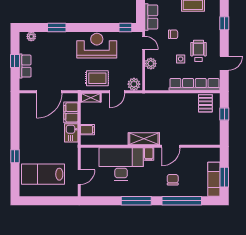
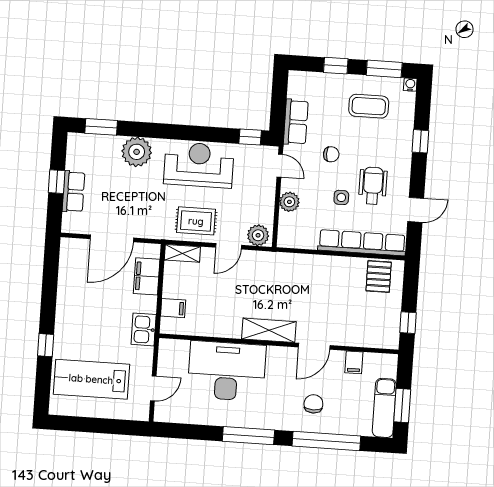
window: (57, 27) -> (101, 127), moved
plant: (31, 36) -> (137, 152), moved, width x1.88, depth x1.88
window: (224, 114) -> (408, 323), moved
kitchen sink: (71, 133) -> (144, 329), moved
filing cabinet: (149, 154) -> (354, 362), moved

